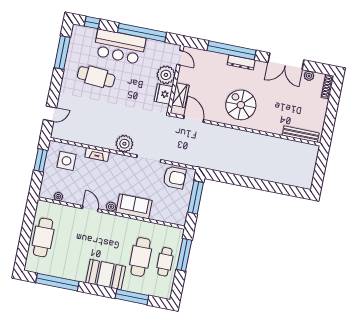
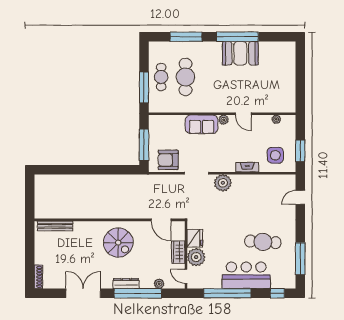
plant: (309, 76) -> (159, 284), moved
wardrobe: (180, 95) -> (178, 252), moved
cafe table: (43, 237) -> (283, 77), removed
booth: (106, 275) -> (240, 53), moved
window: (57, 282) -> (237, 37), moved

